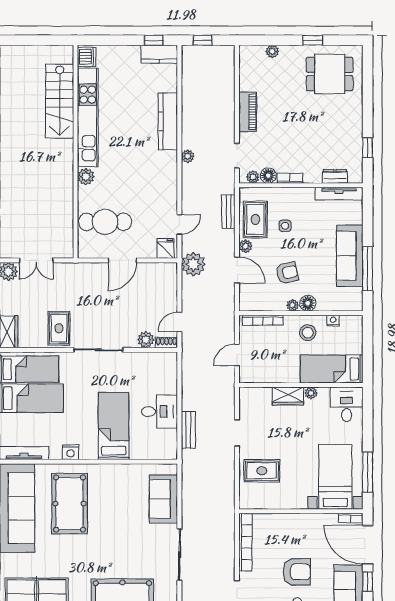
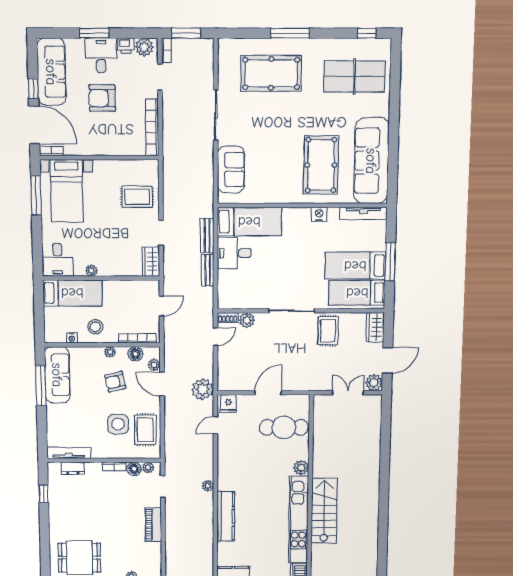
stairs: (60, 101) -> (324, 511), moved
bench: (229, 212) -> (208, 270), moved
side table: (285, 226) -> (118, 424), width x1.87, depth x1.87
plant: (245, 246) -> (154, 365), moved
sofa: (350, 256) -> (57, 375), moved
floor lamp: (308, 303) -> (135, 354), moved
wardrobe: (288, 396) -> (151, 262), moved, turned -90
bed: (114, 426) -> (249, 222), moved, turned -90

